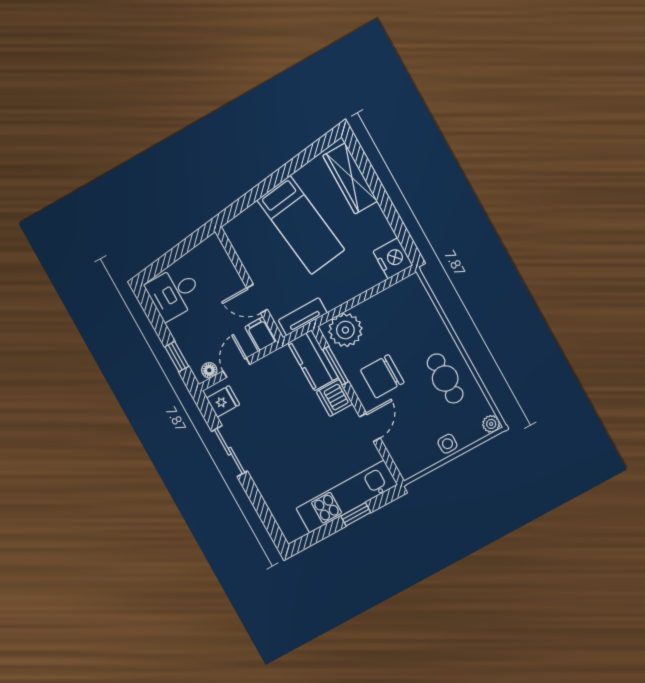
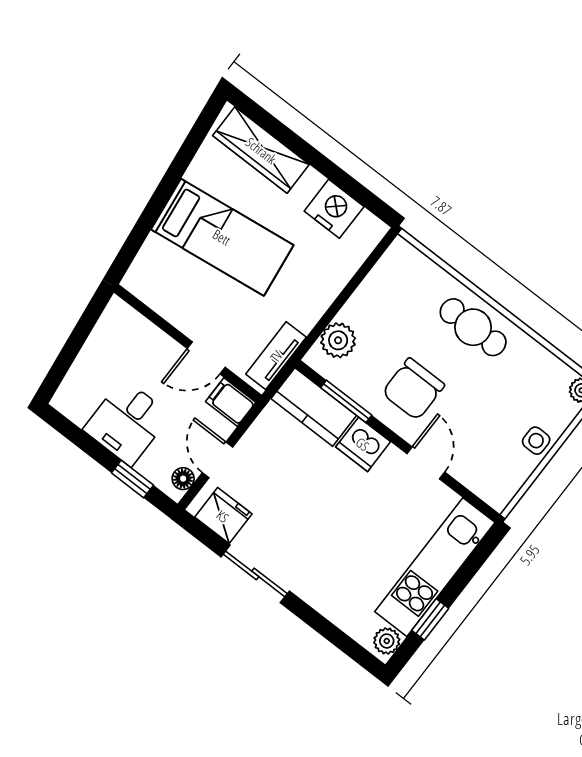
nightstand: (393, 258) -> (334, 209), moved
desk: (174, 293) -> (127, 422), moved
plant: (345, 330) -> (338, 340), width x0.73, depth x0.73
cafe table: (445, 378) -> (473, 327), moved
fridge: (223, 401) -> (223, 516), width x1.38
window: (356, 514) -> (430, 619), moved
plant: (296, 530) -> (387, 641), added

